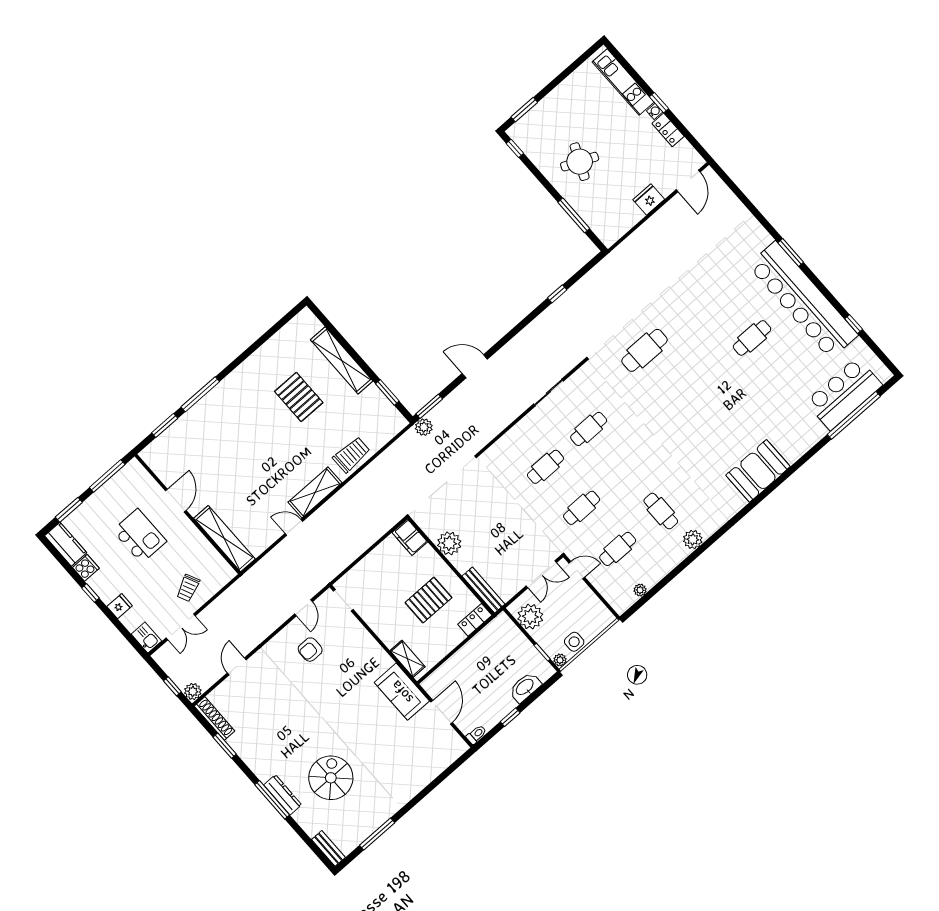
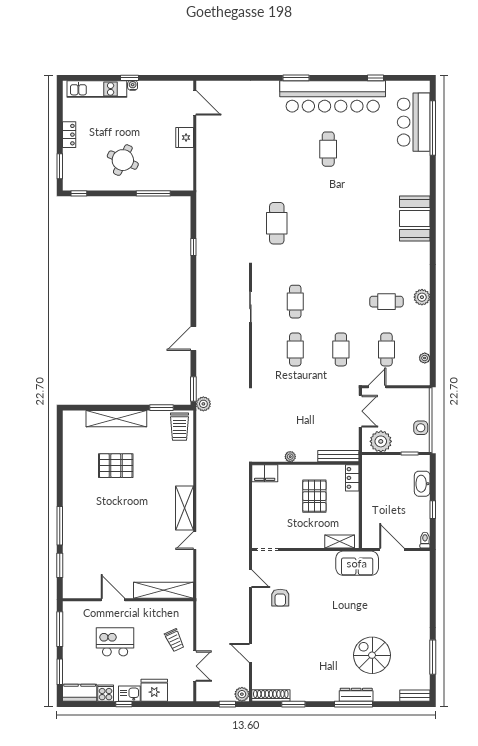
locker: (668, 130) -> (69, 135), moved, turned -90
trolley: (351, 455) -> (179, 427), moved, turned 180
plant: (449, 543) -> (290, 457), width x0.53, depth x0.53
fridge: (120, 606) -> (154, 690), width x1.88, depth x1.34
kitchen sink: (146, 638) -> (129, 694), moved
plant: (560, 660) -> (424, 447), removed

